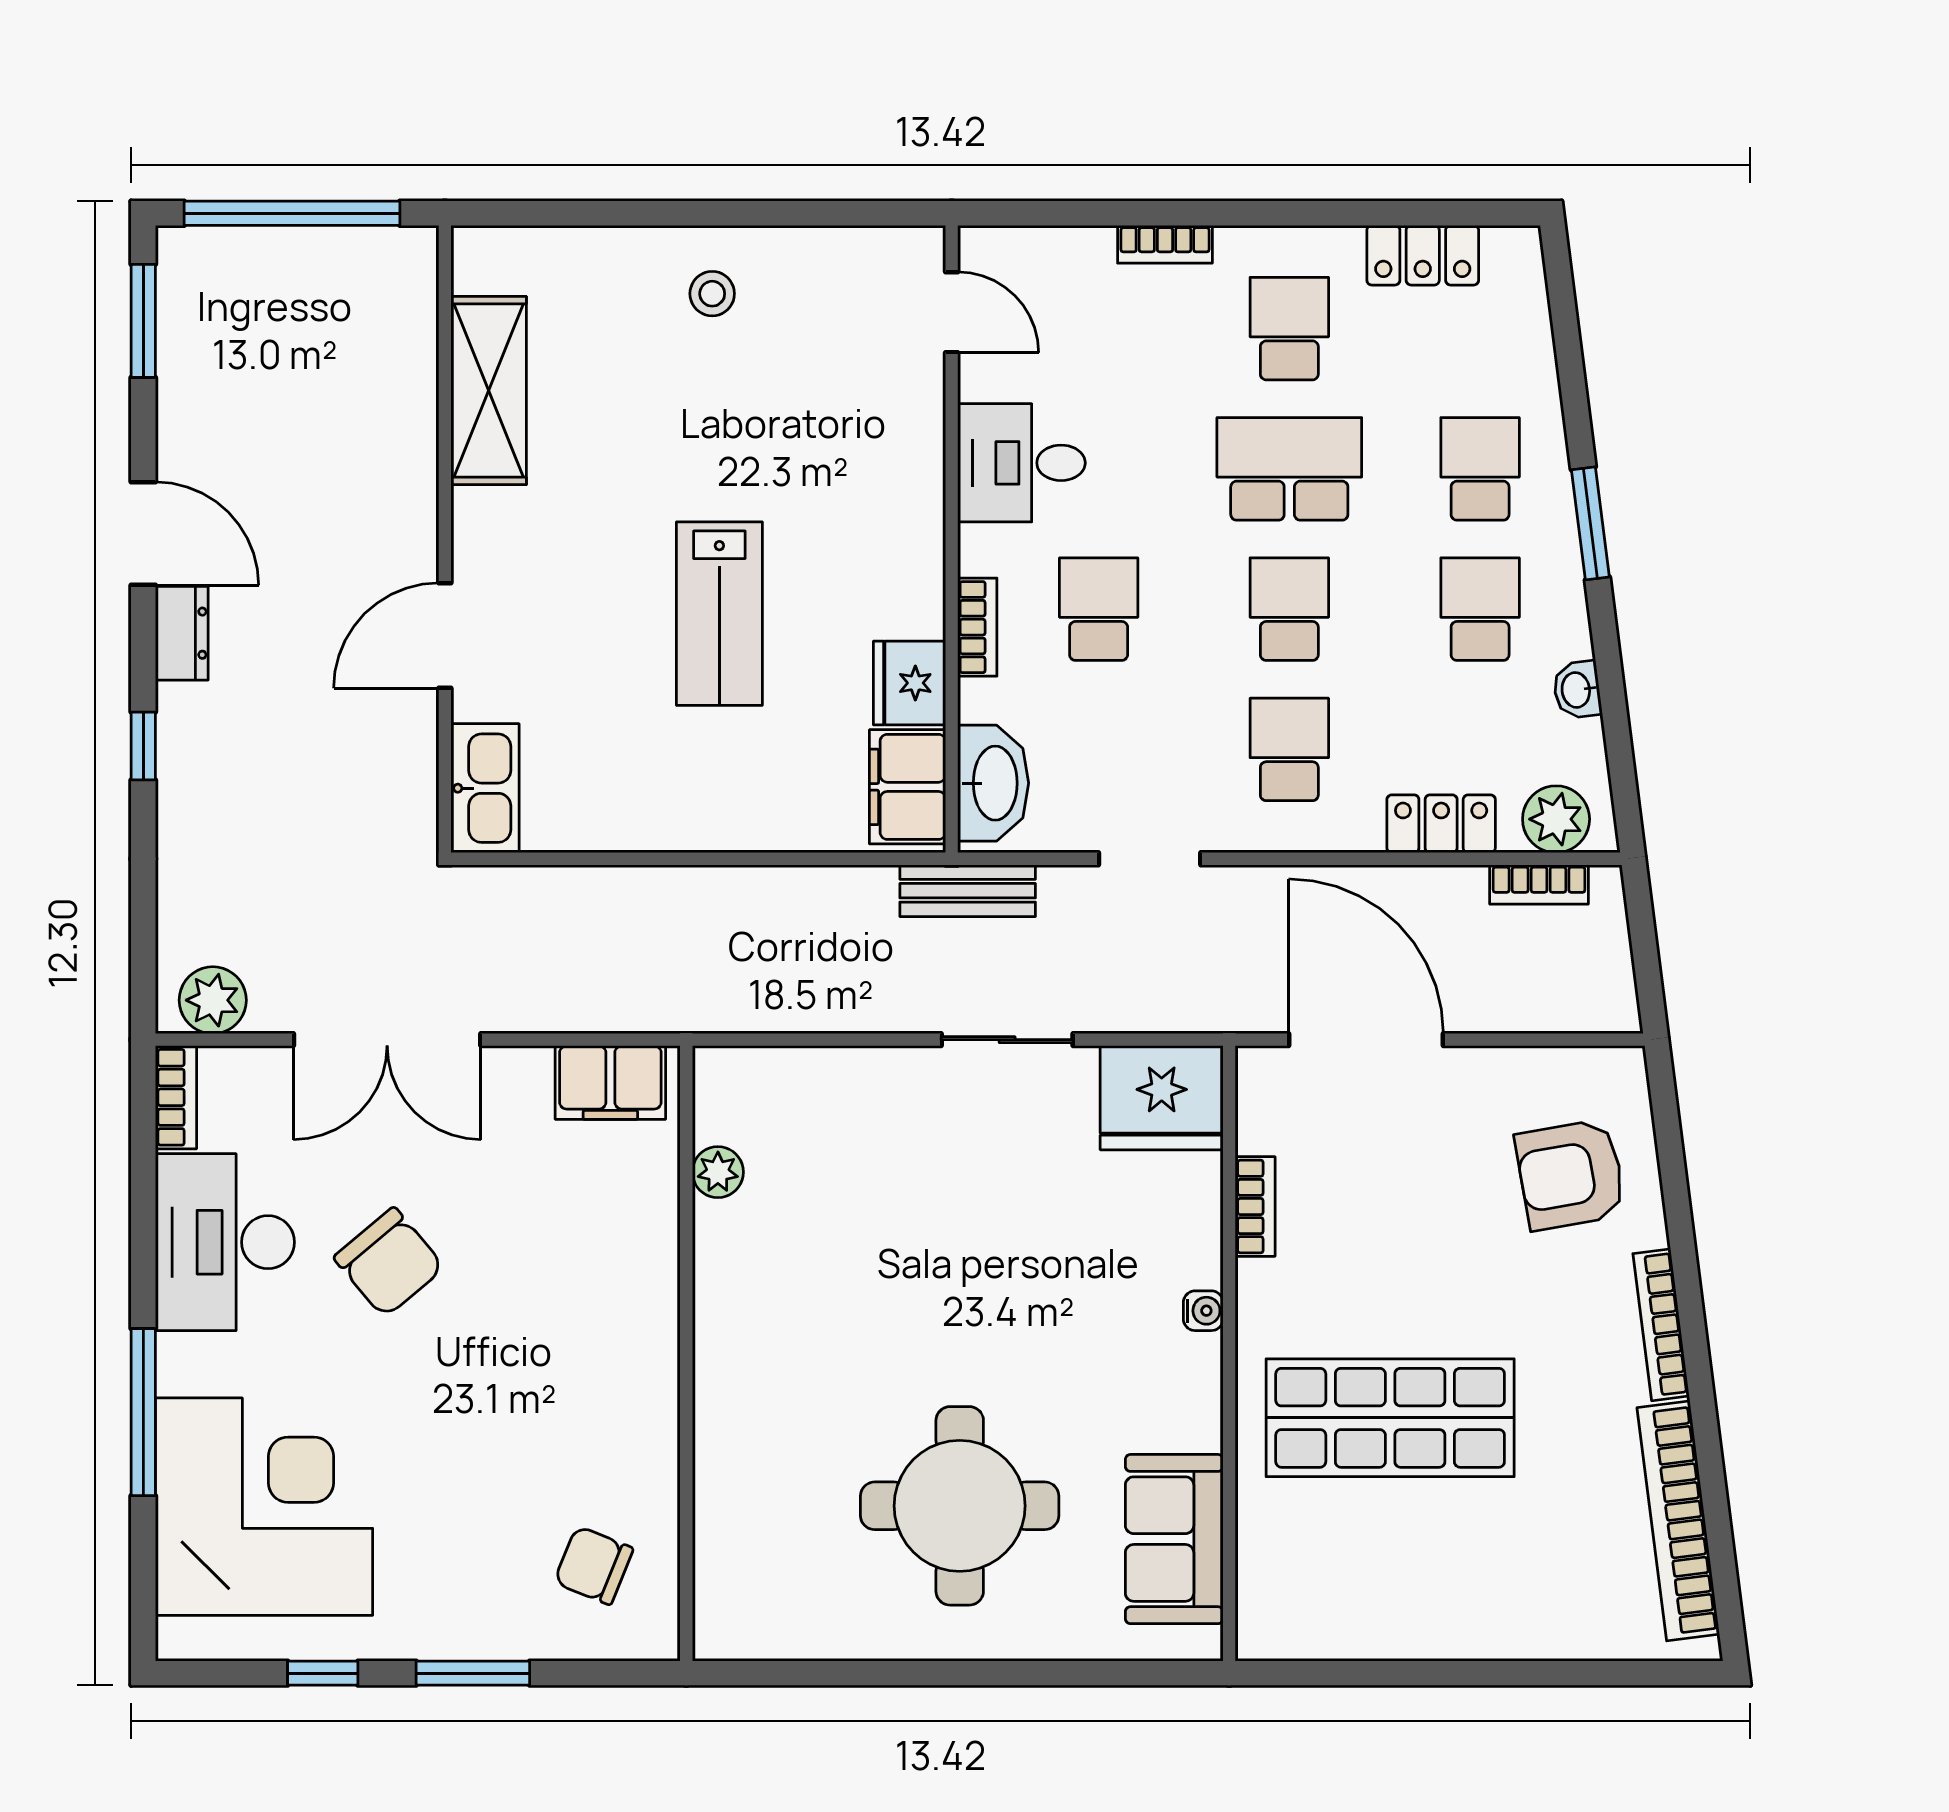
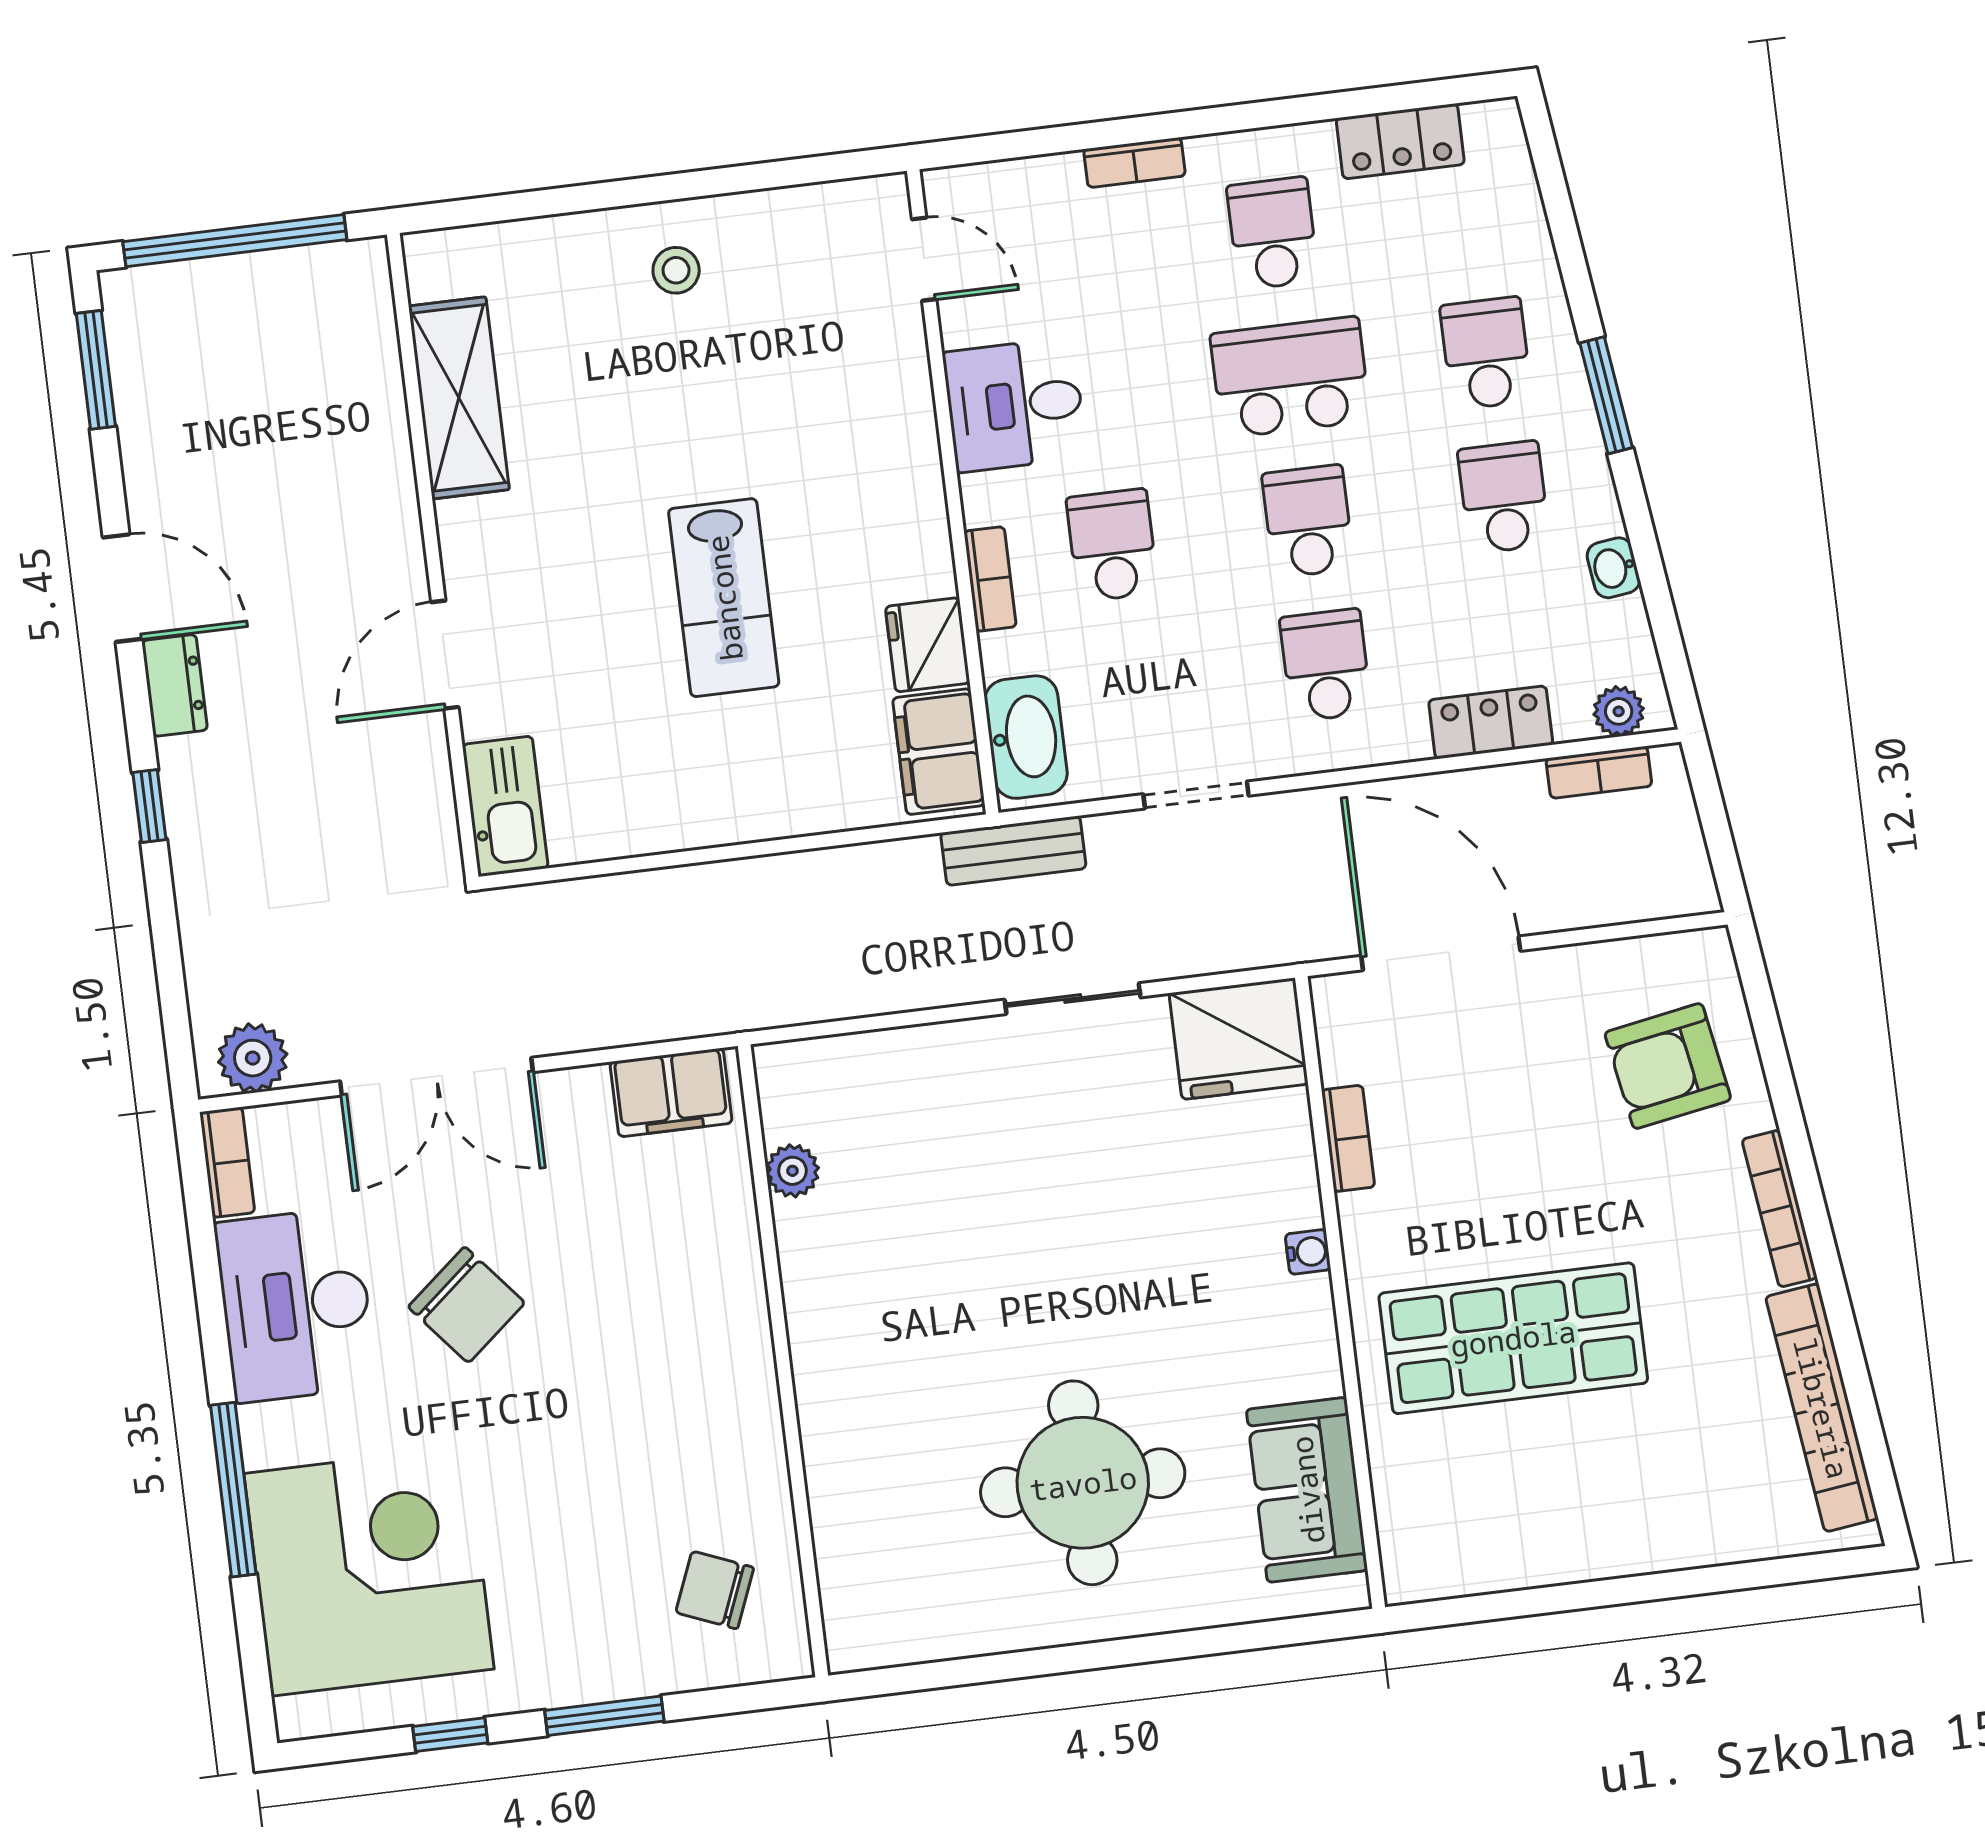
plant: (1556, 819) -> (1619, 711), width x0.73, depth x0.73

